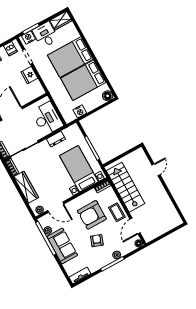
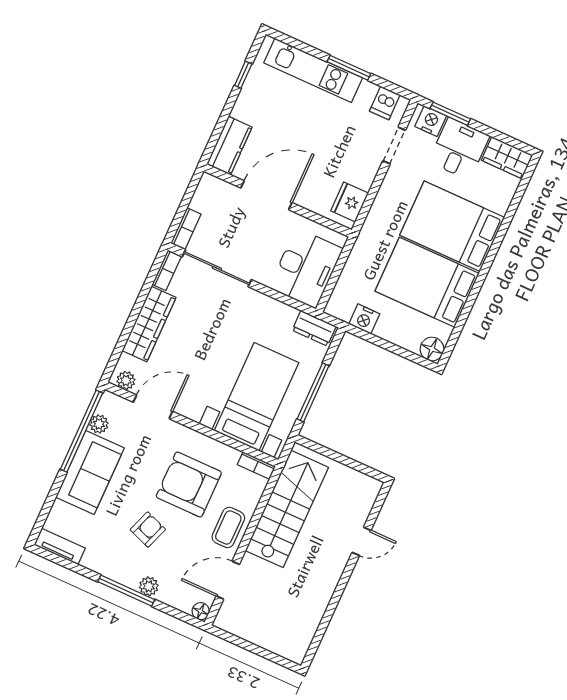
fridge: (29, 75) -> (350, 202), moved
dresser: (56, 139) -> (314, 328), moved
door: (56, 207) -> (153, 407), swing flipped

